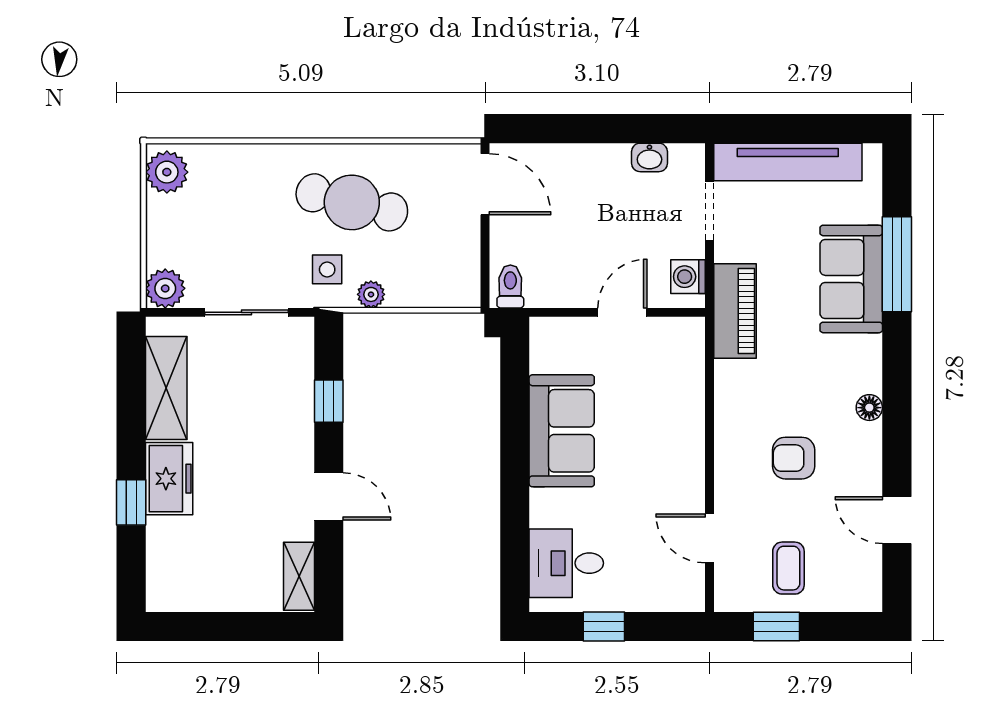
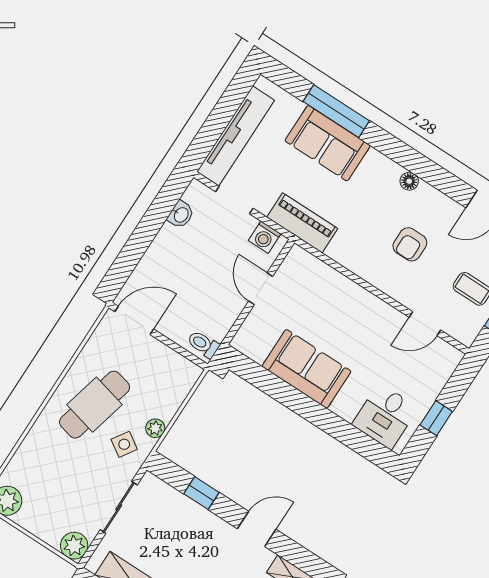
side table: (327, 269) -> (124, 444), turned 33

